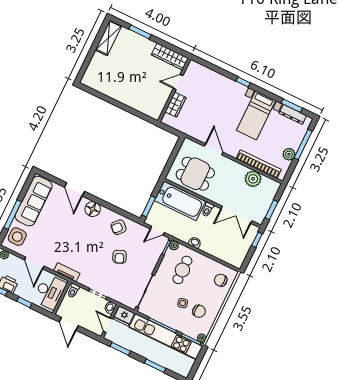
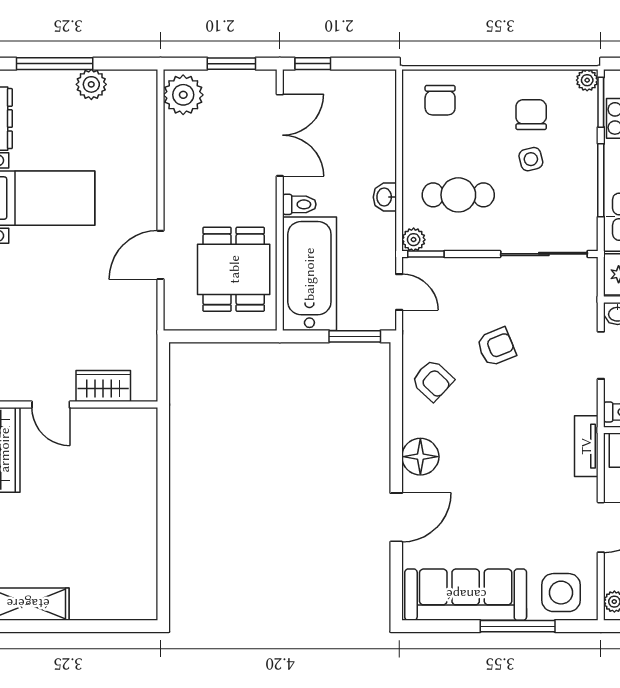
bookcase: (259, 164) -> (145, 140), removed
plant: (253, 179) -> (183, 95), moved

